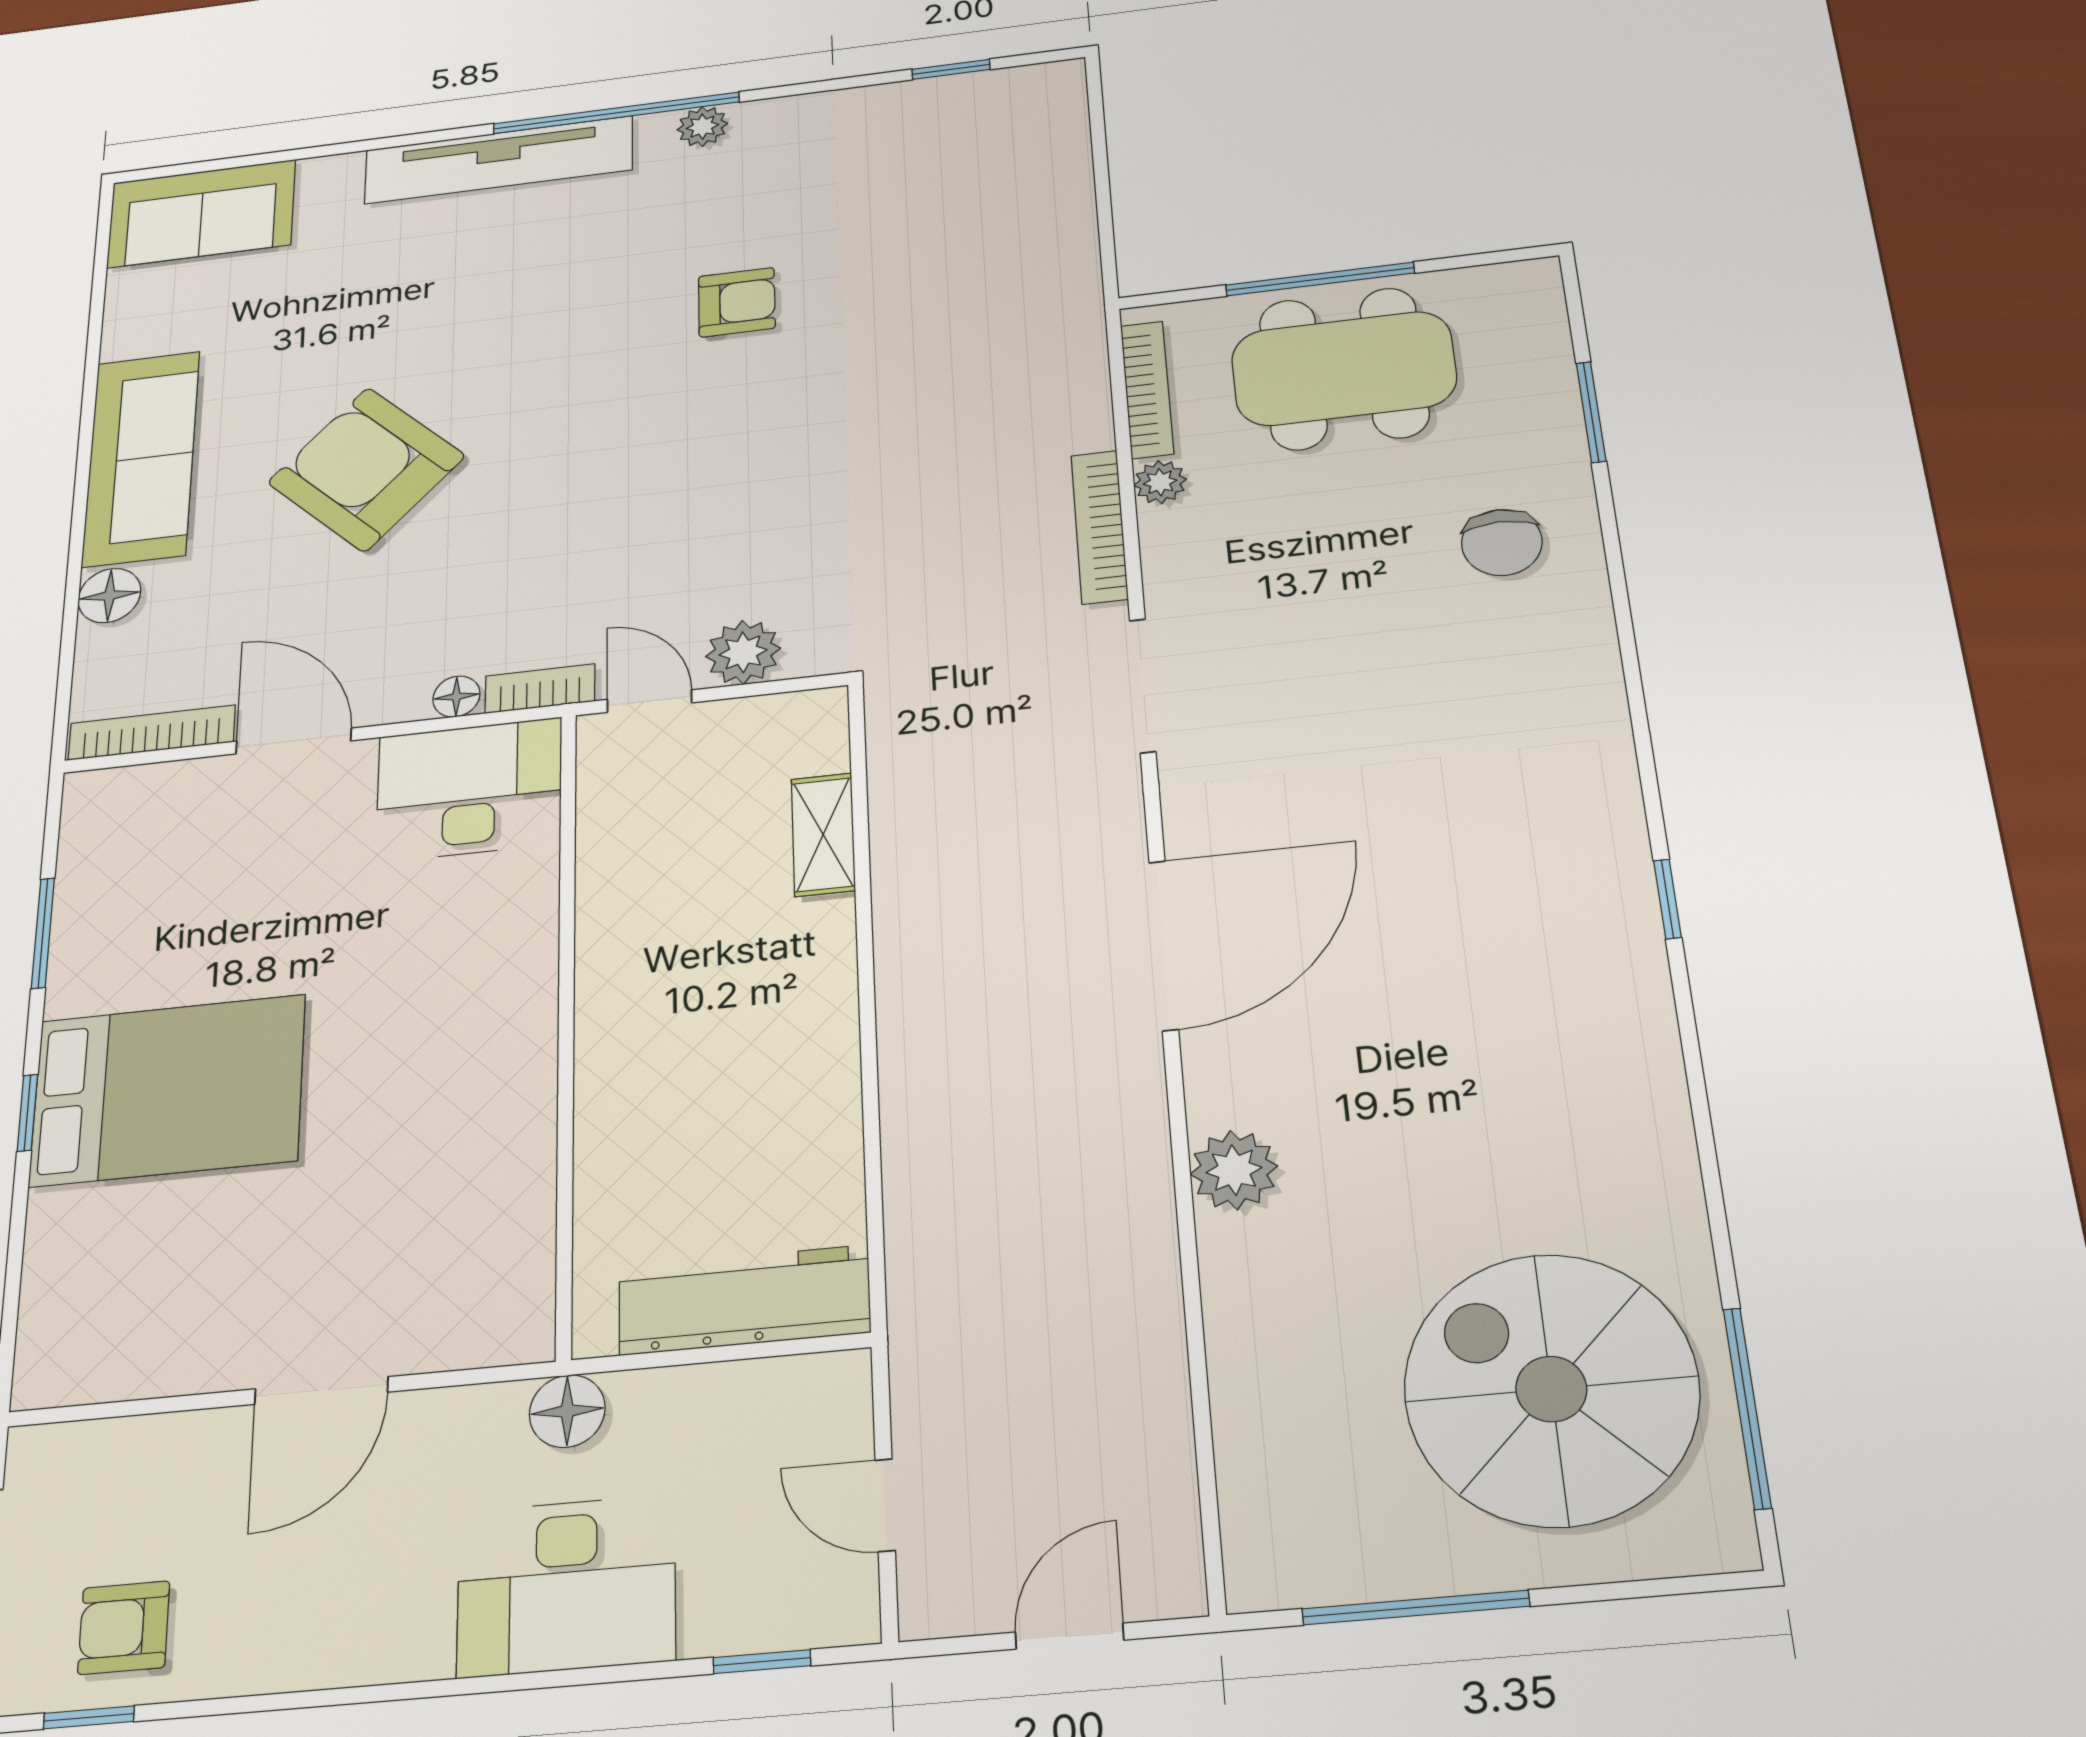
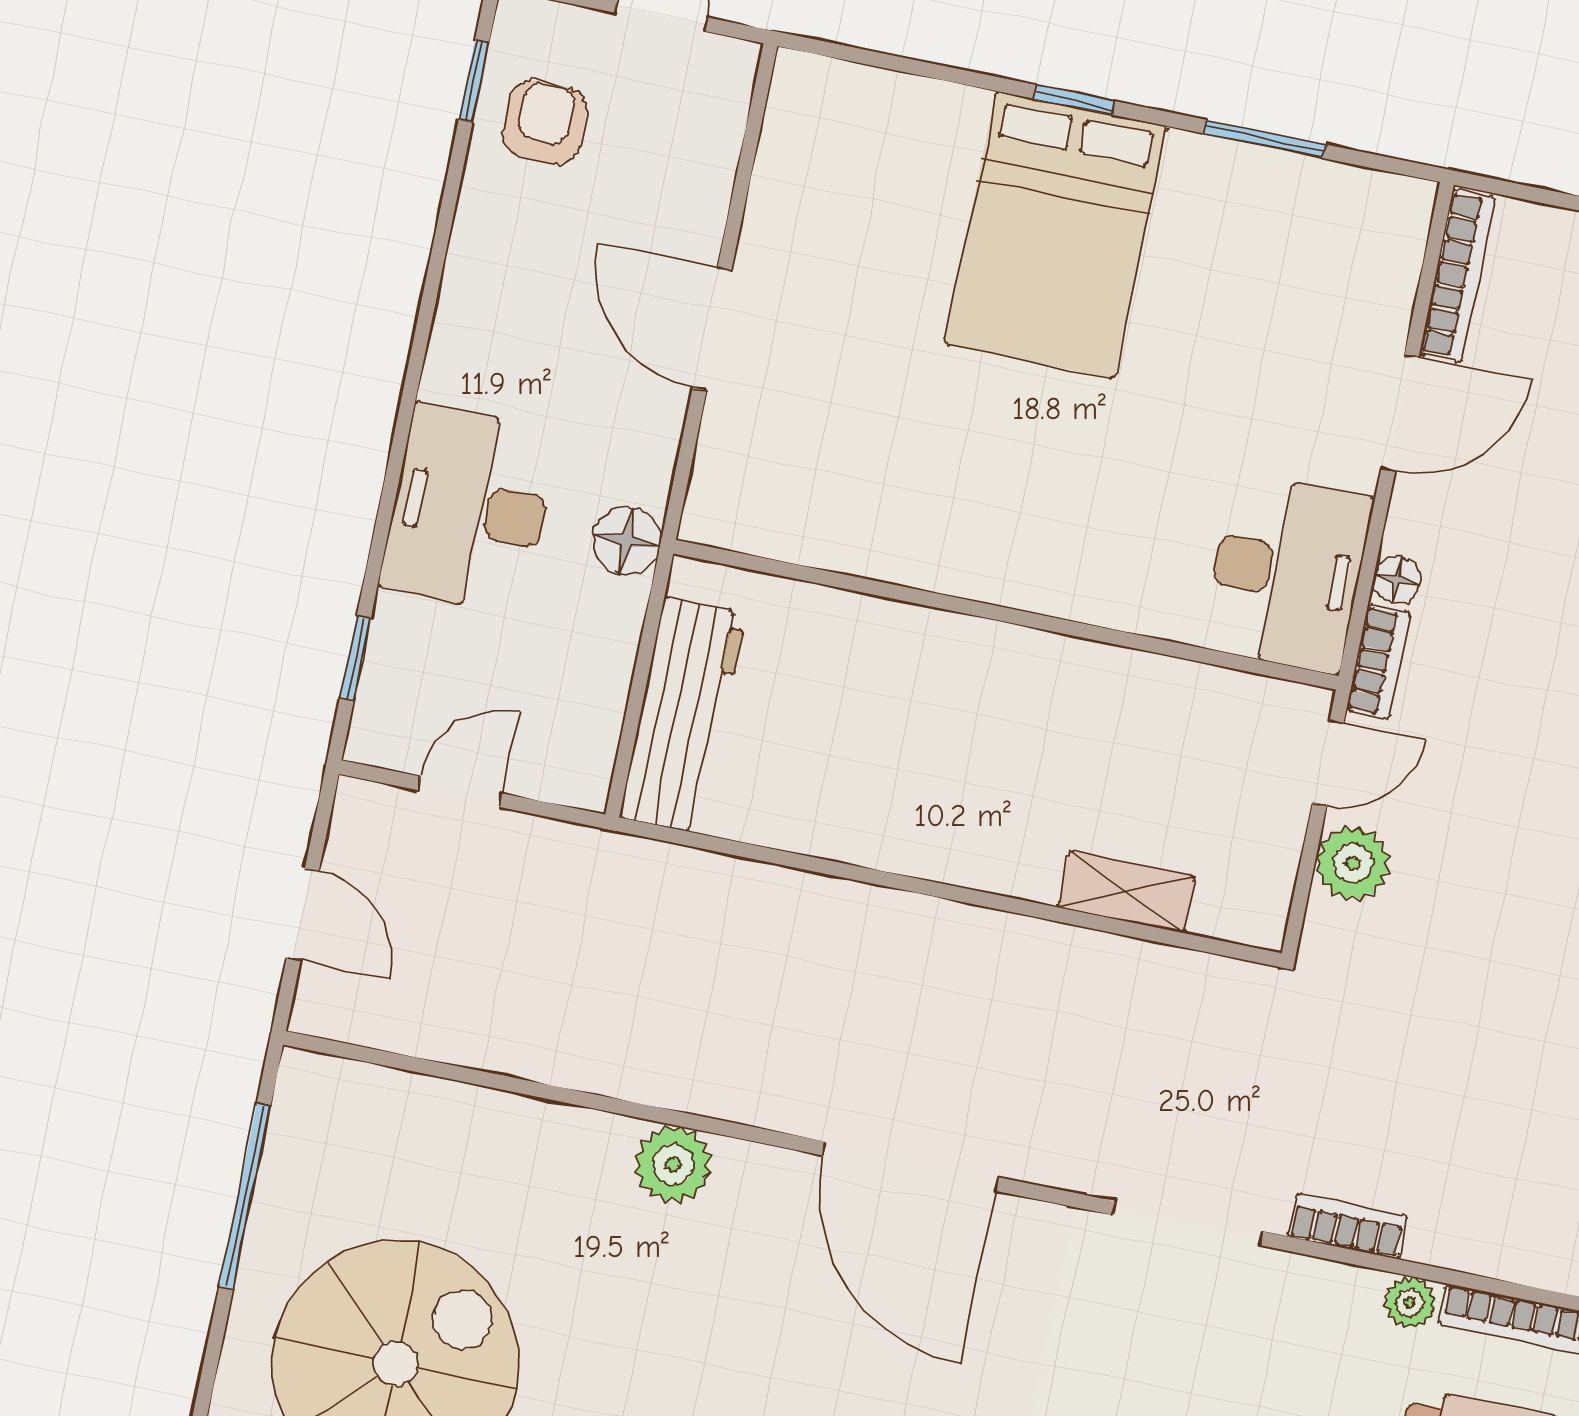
bookcase: (1100, 527) -> (1347, 1226), width x0.64

